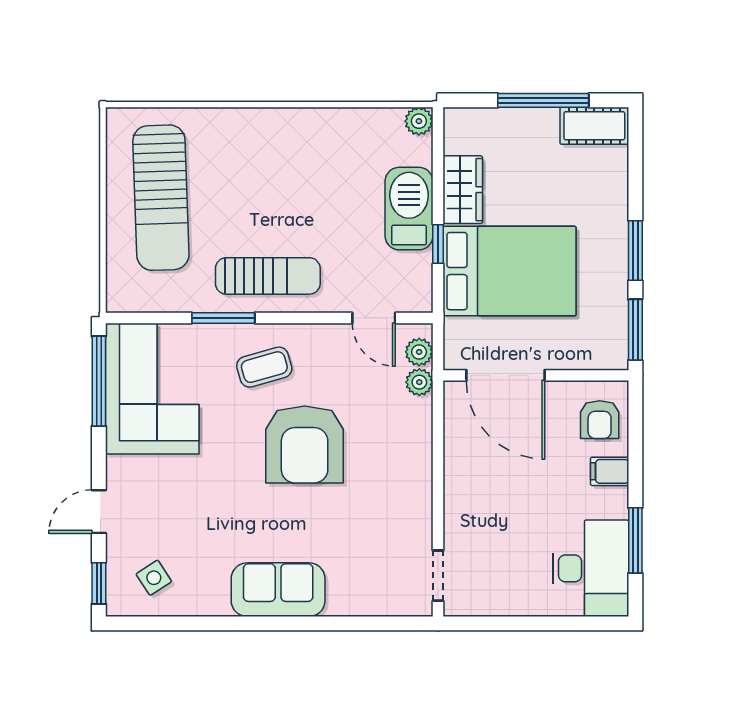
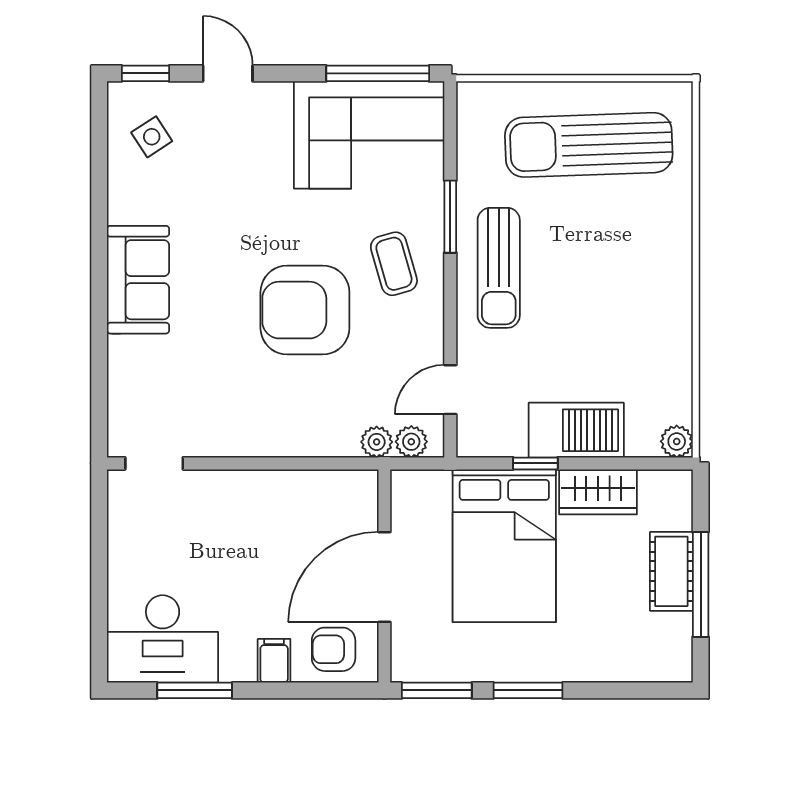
cot: (594, 126) -> (671, 571), moved
door: (506, 375) -> (384, 577), moved

